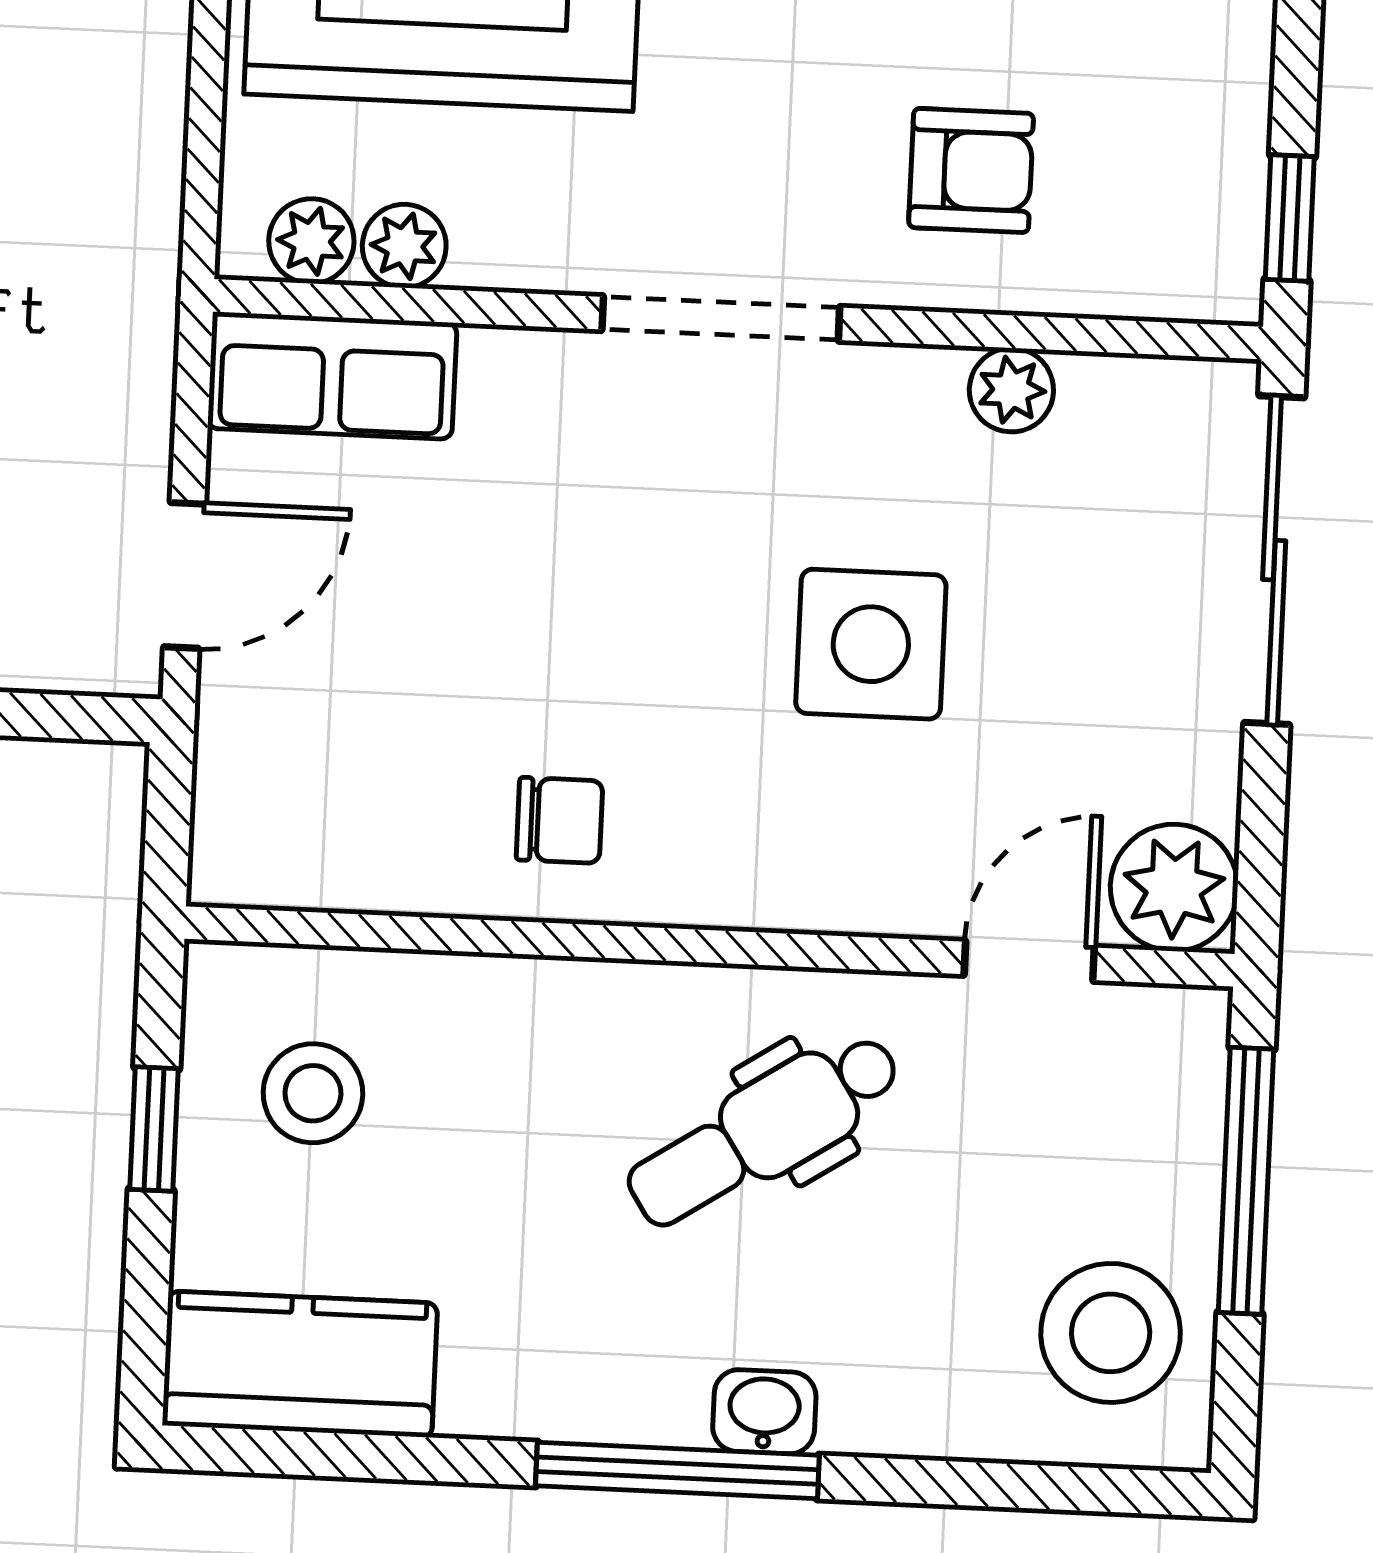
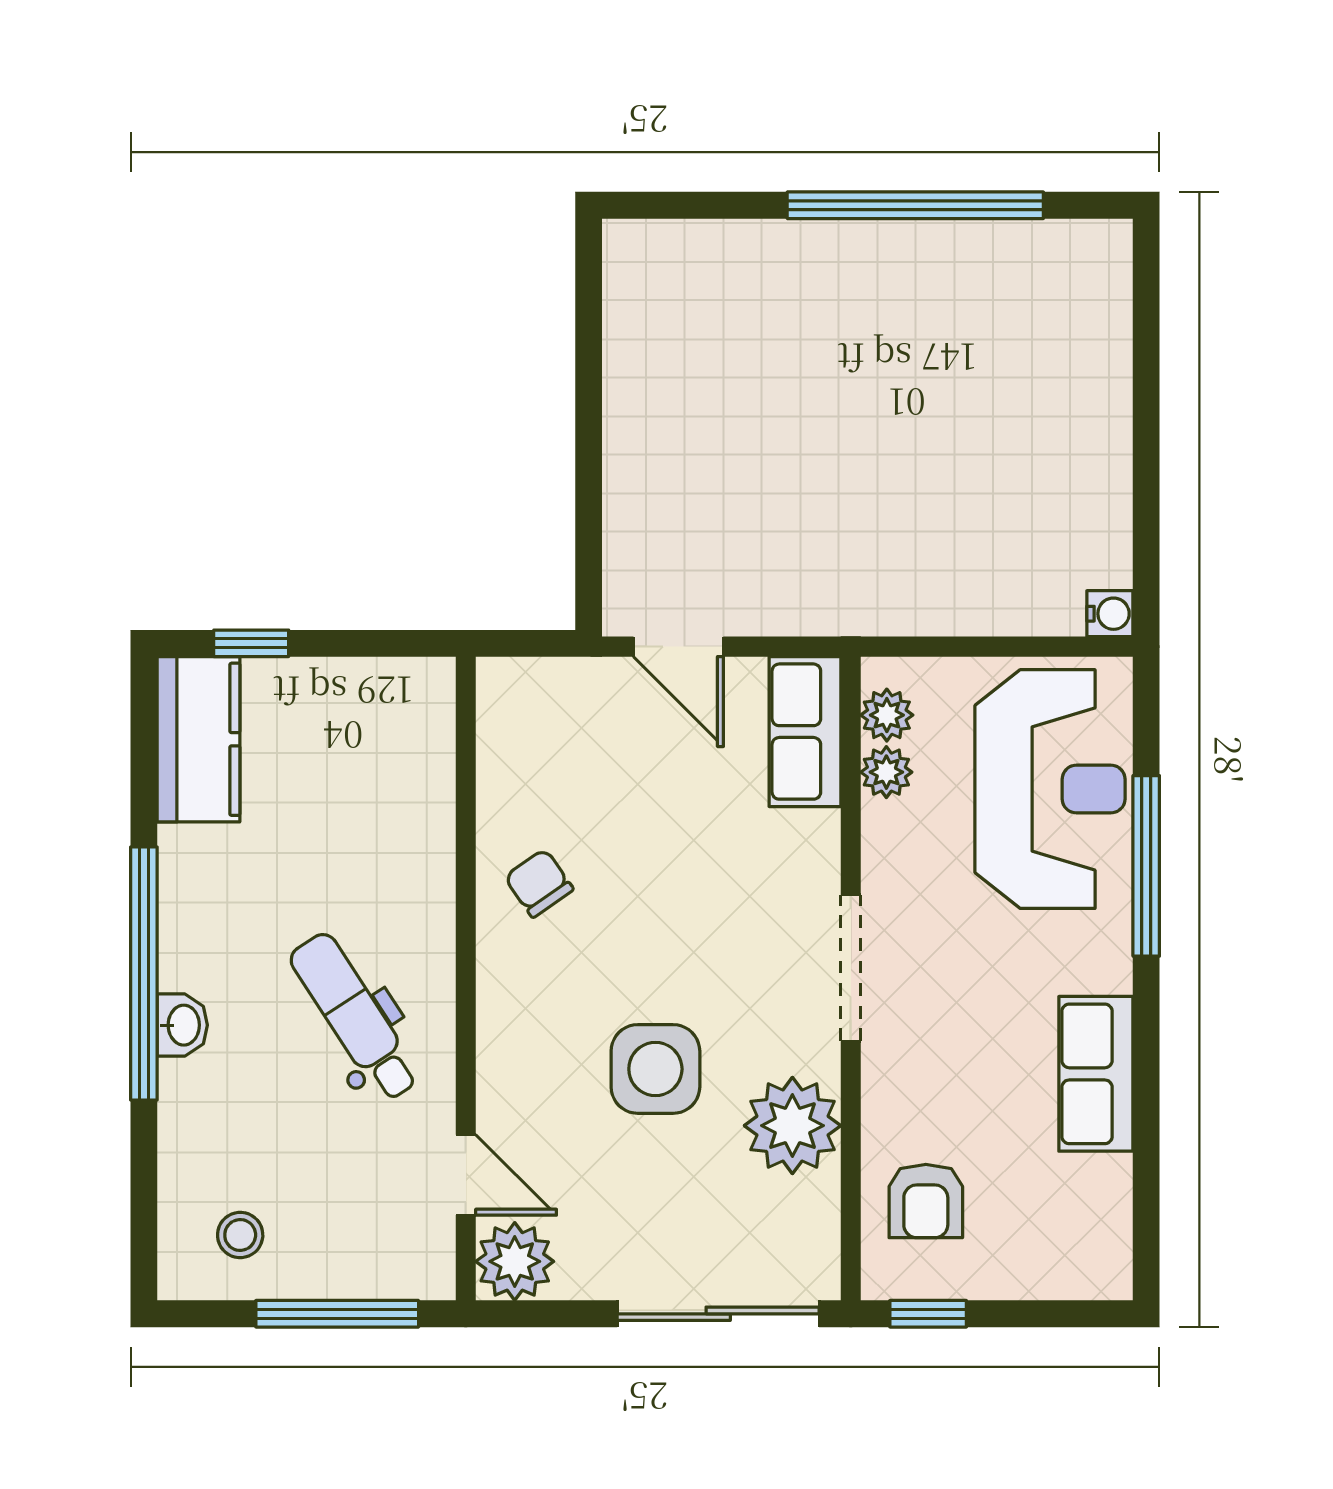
armchair: (971, 170) -> (926, 1201), moved
plant: (1011, 390) -> (792, 1126), width x1.88, depth x1.88
chair: (559, 820) -> (539, 883), turned 145
stool: (313, 1093) -> (365, 740), removed
window: (154, 1129) -> (251, 643), moved
stool: (1111, 1333) -> (240, 1235), width x0.53, depth x0.53
window: (677, 1471) -> (144, 974), width x1.46

